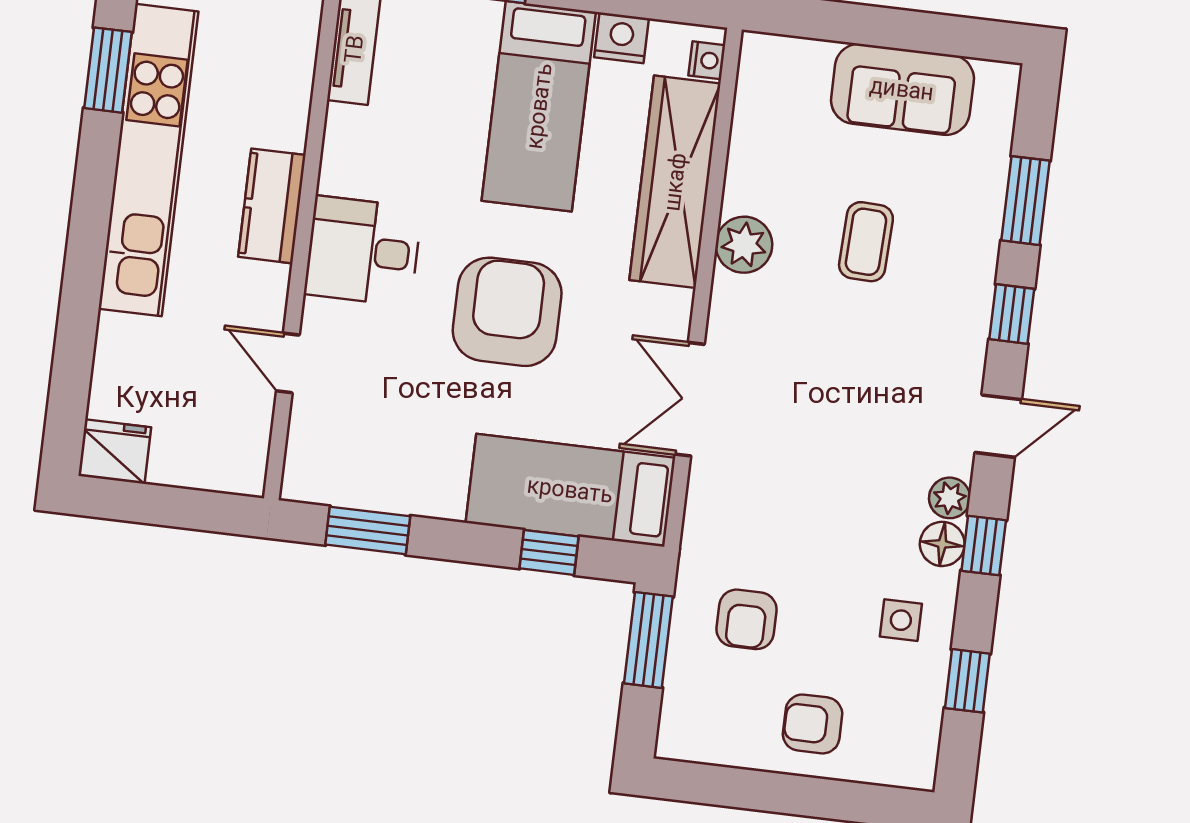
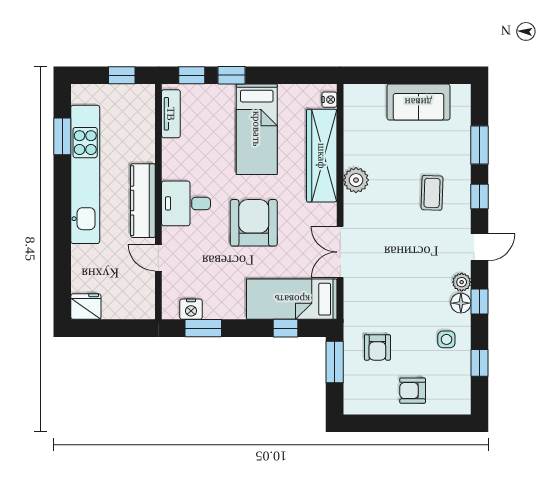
nightstand: (621, 38) -> (191, 309), moved, turned 180
kitchen counter: (272, 206) -> (143, 201), width x1.50
coffee table: (866, 242) -> (432, 193), moved

